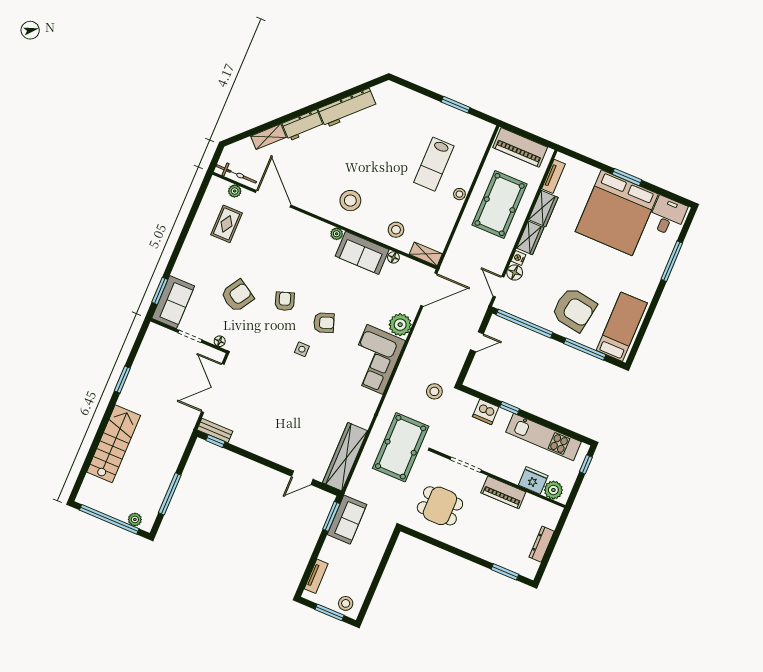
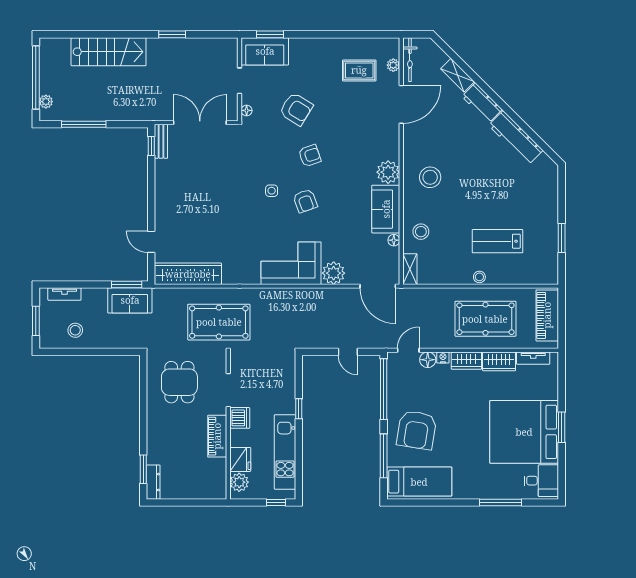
plant: (337, 234) -> (388, 172), width x1.88, depth x1.88
stool: (434, 391) -> (285, 332), removed
dishwasher: (486, 412) -> (240, 418), moved, turned 180
dresser: (542, 544) -> (153, 482), moved, turned 90
stool: (346, 603) -> (75, 330), moved

